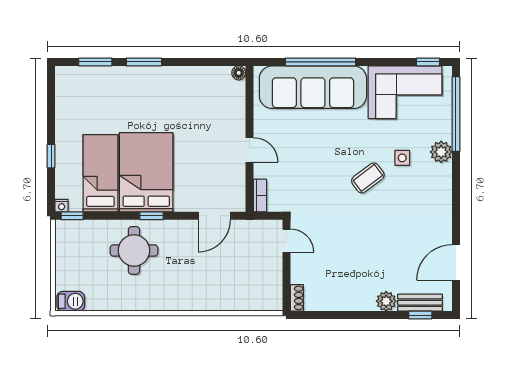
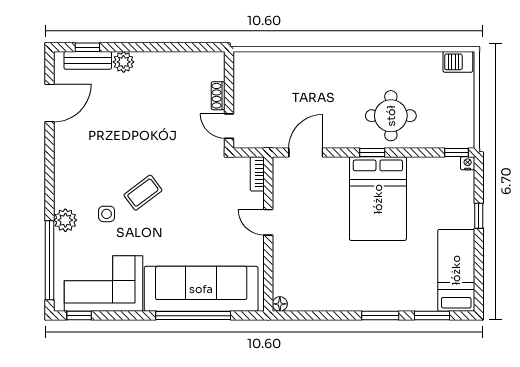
bed: (100, 173) -> (456, 270), moved, turned 180
shoe rack: (297, 298) -> (218, 96), moved

